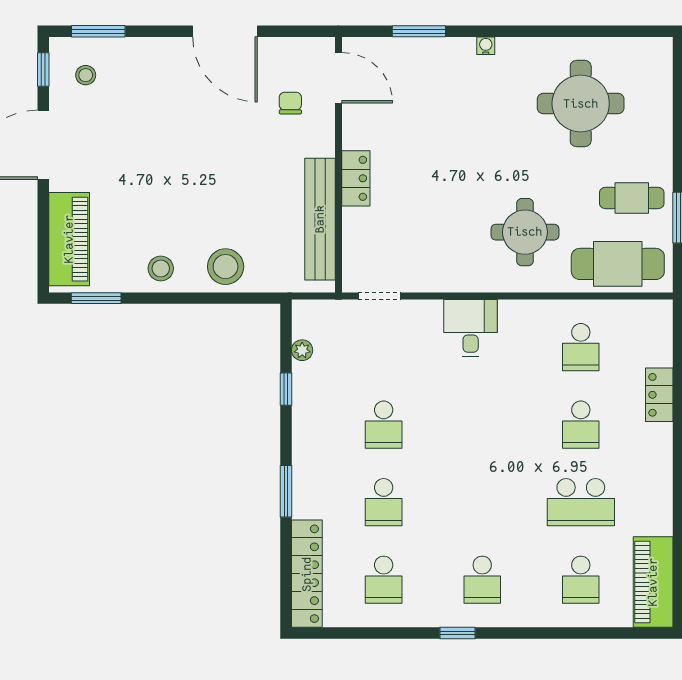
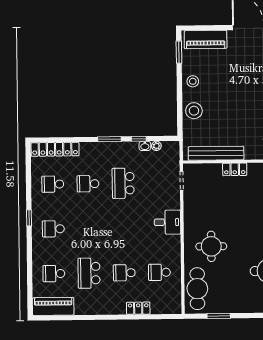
cafe table: (632, 198) -> (227, 295), removed
washbasin: (302, 376) -> (145, 146), added
school desk: (384, 425) -> (123, 183), width x1.85
window: (286, 491) -> (109, 139), moved

